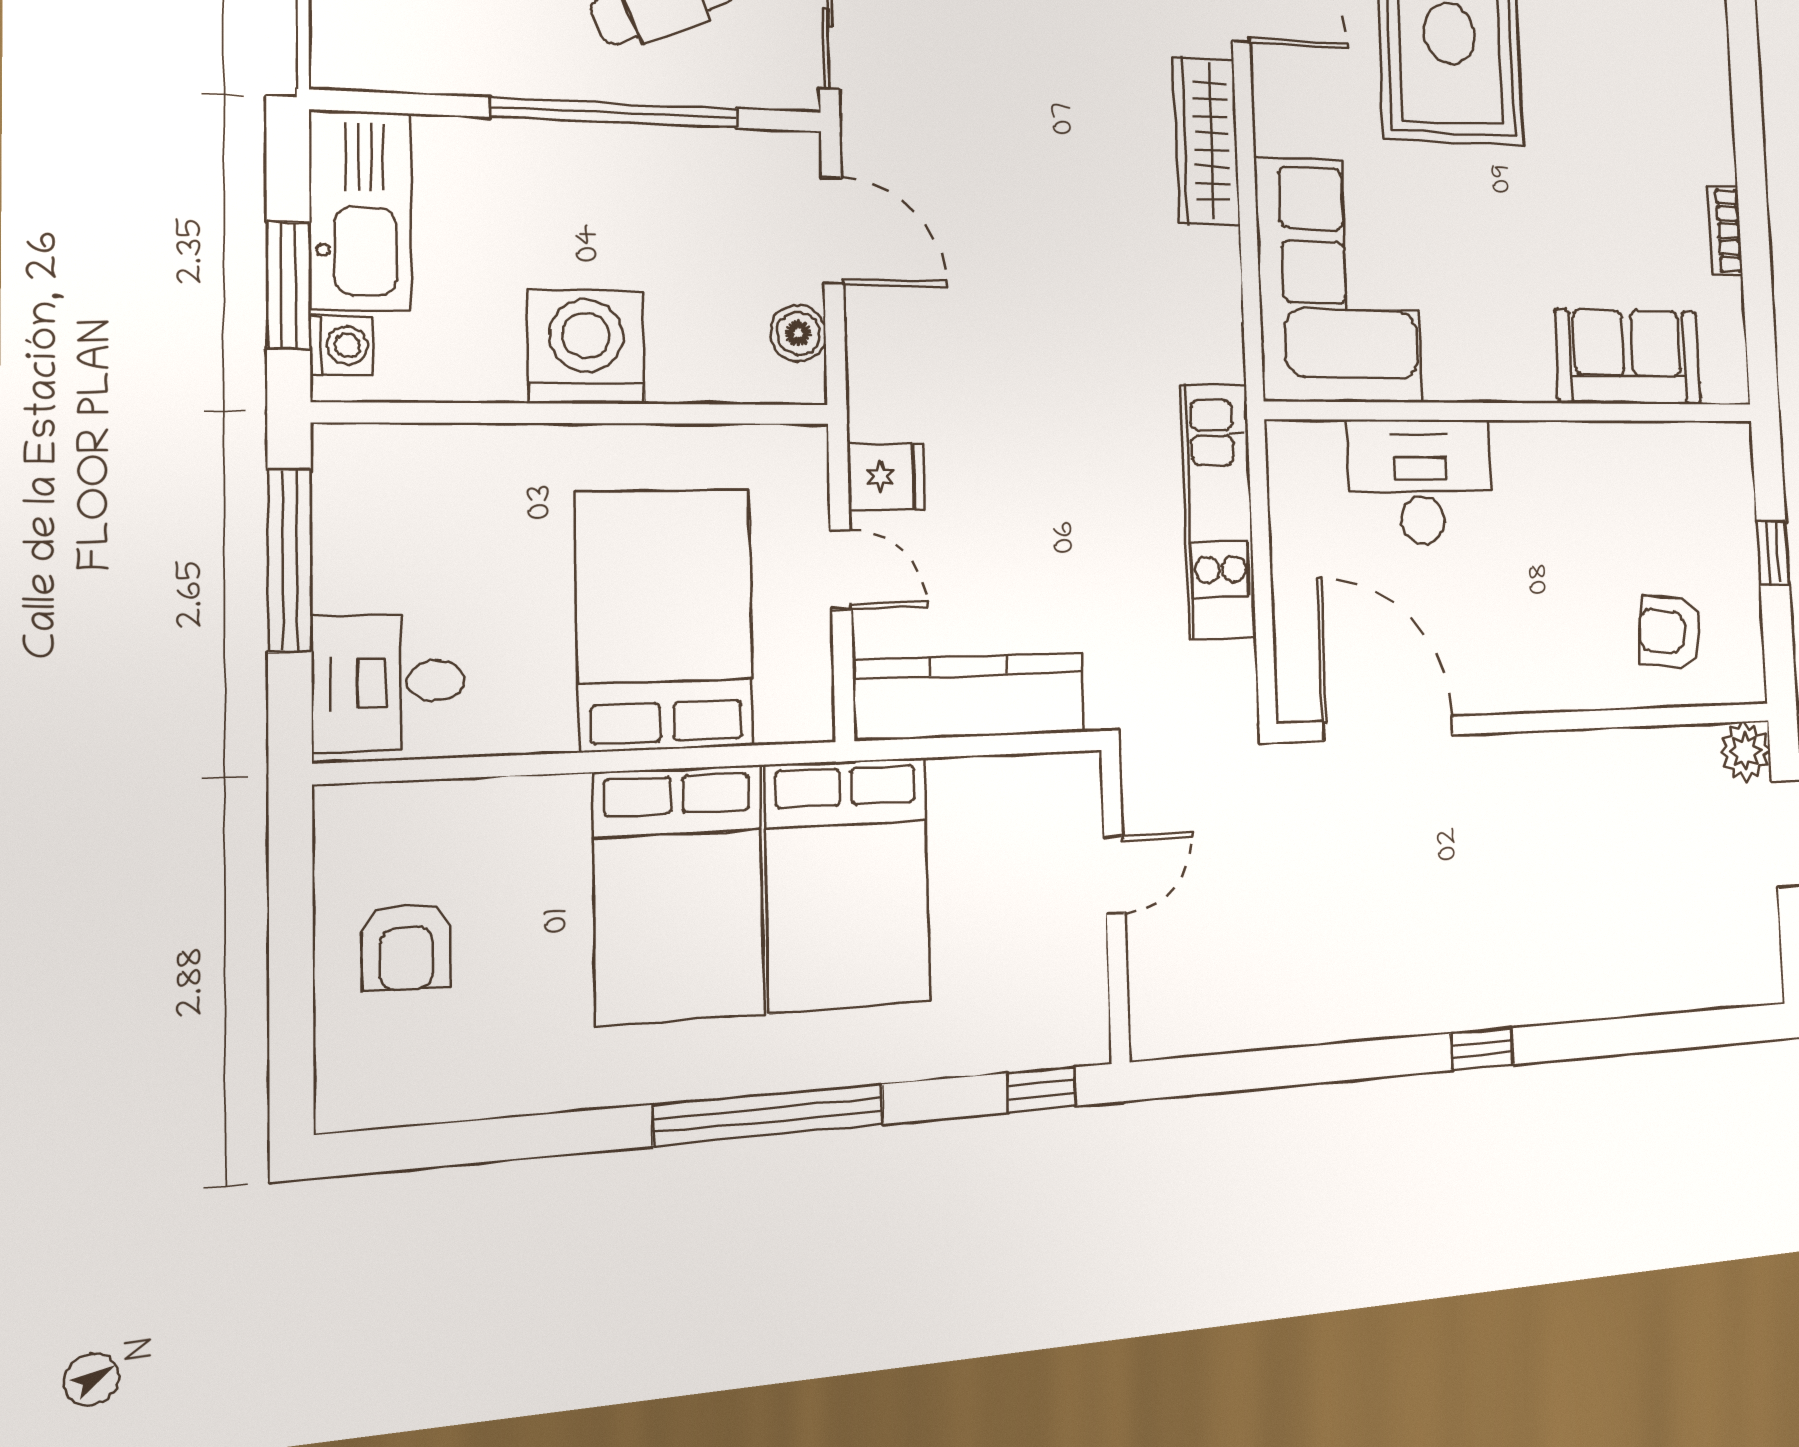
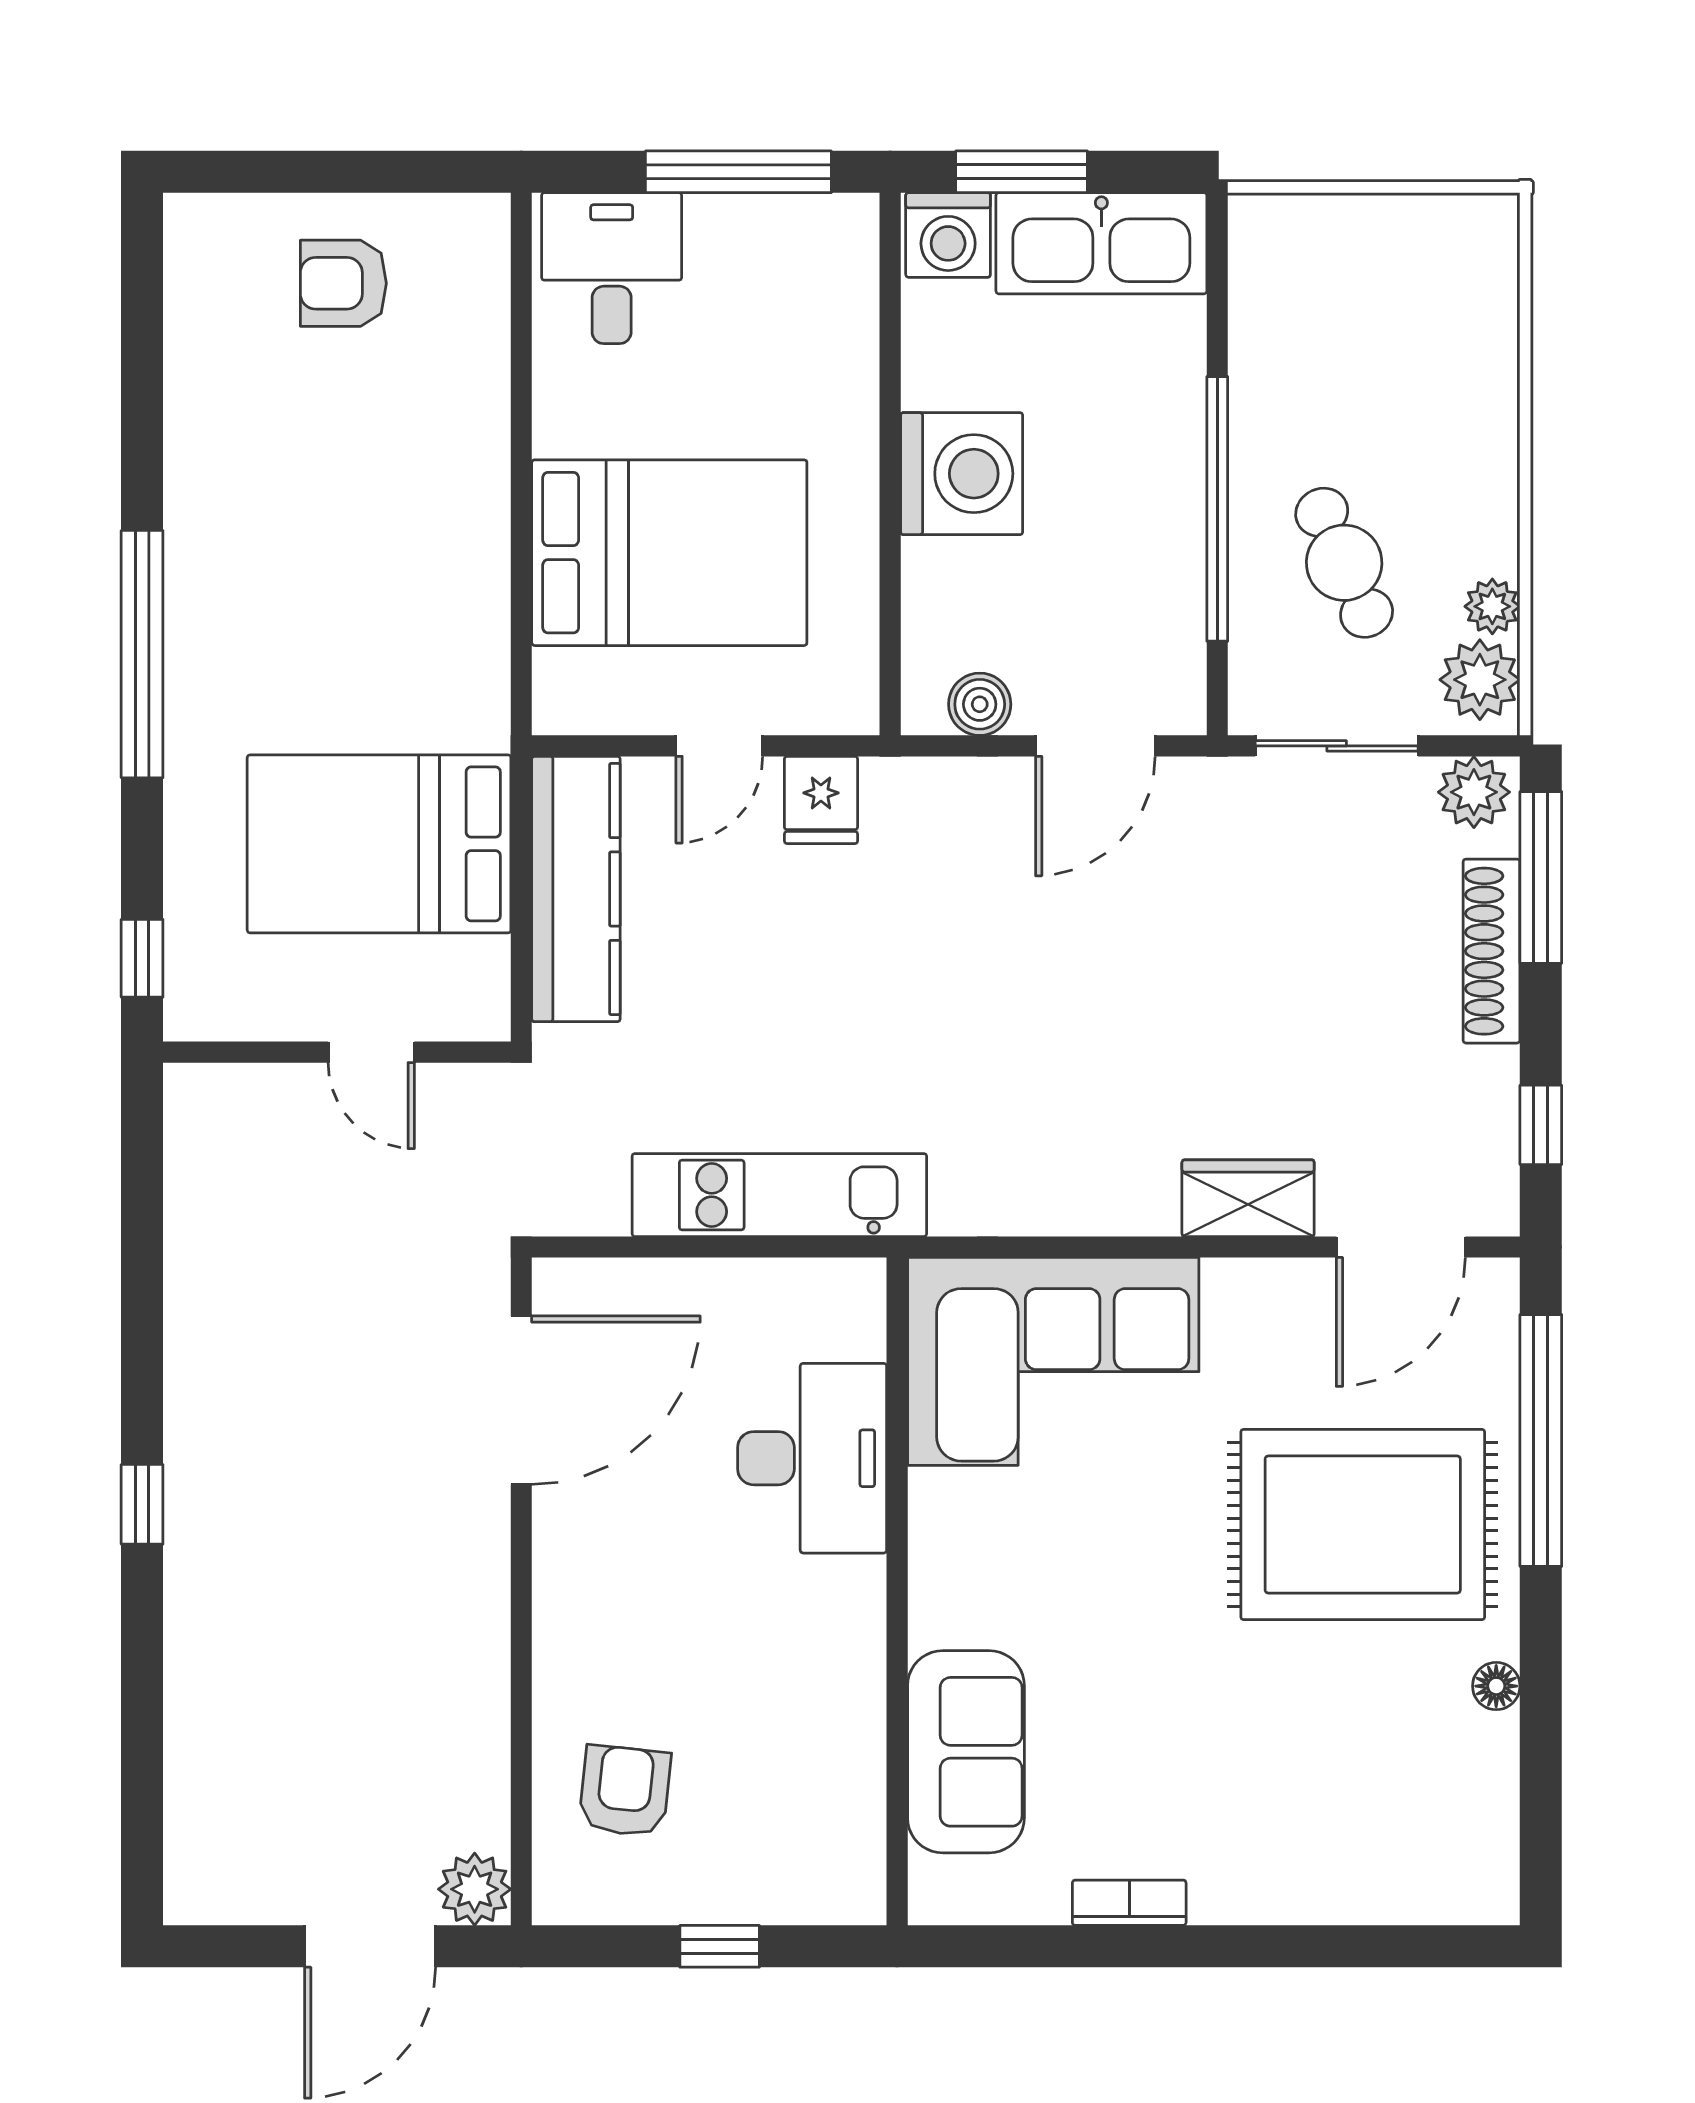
wardrobe: (1207, 141) -> (1248, 1198), width x0.67
washing machine: (341, 345) -> (948, 235), width x1.38, depth x1.38
bed: (848, 884) -> (379, 844), moved
bed: (679, 894) -> (379, 562), removed

